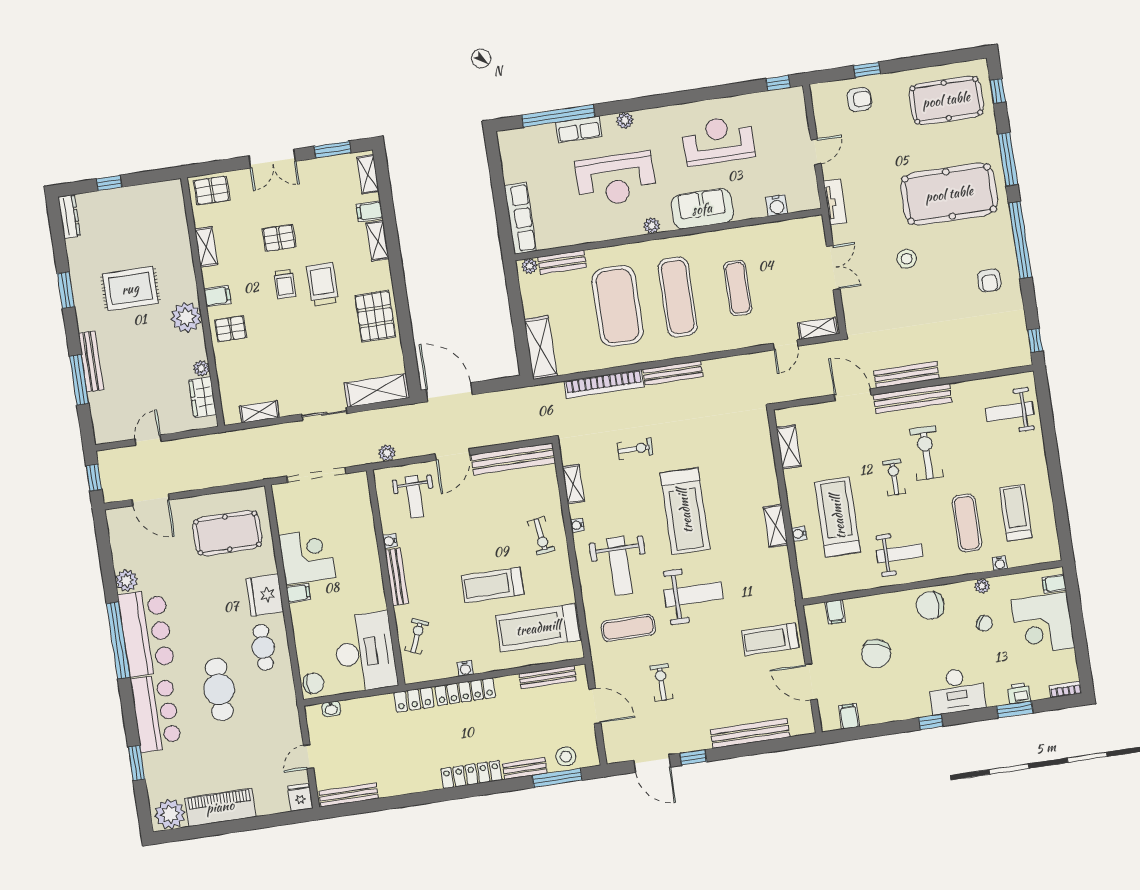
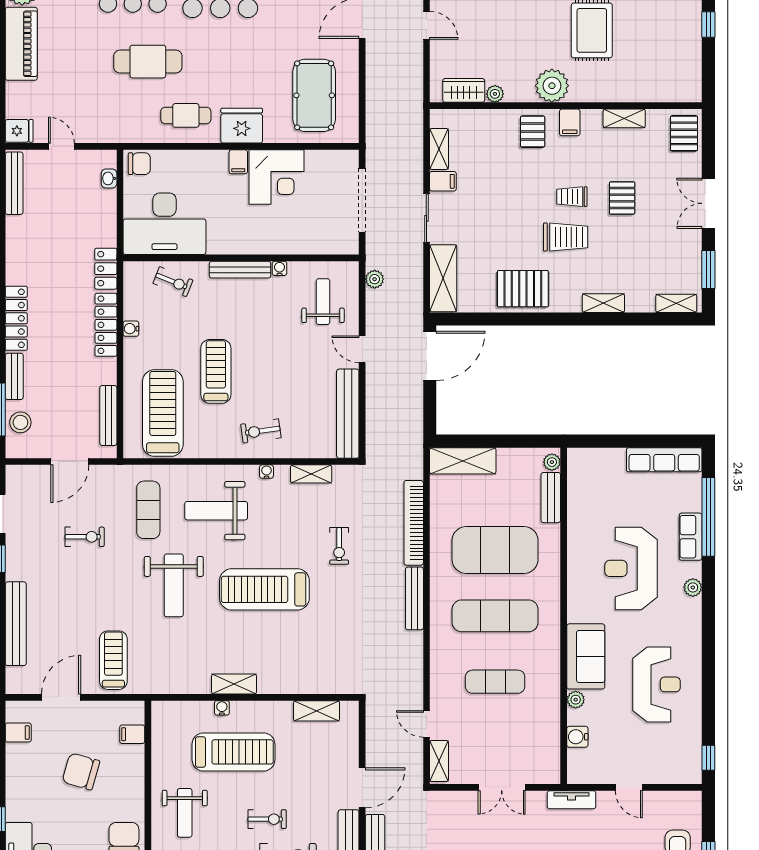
filing cabinet: (370, 211) -> (443, 181), moved, turned 90
row of seats: (520, 218) -> (664, 460), moved
plant: (652, 226) -> (576, 700), moved
door: (452, 455) -> (362, 349), width x0.73
weight bench: (414, 497) -> (323, 302), turned 90
chair: (314, 683) -> (139, 164), turned -90

